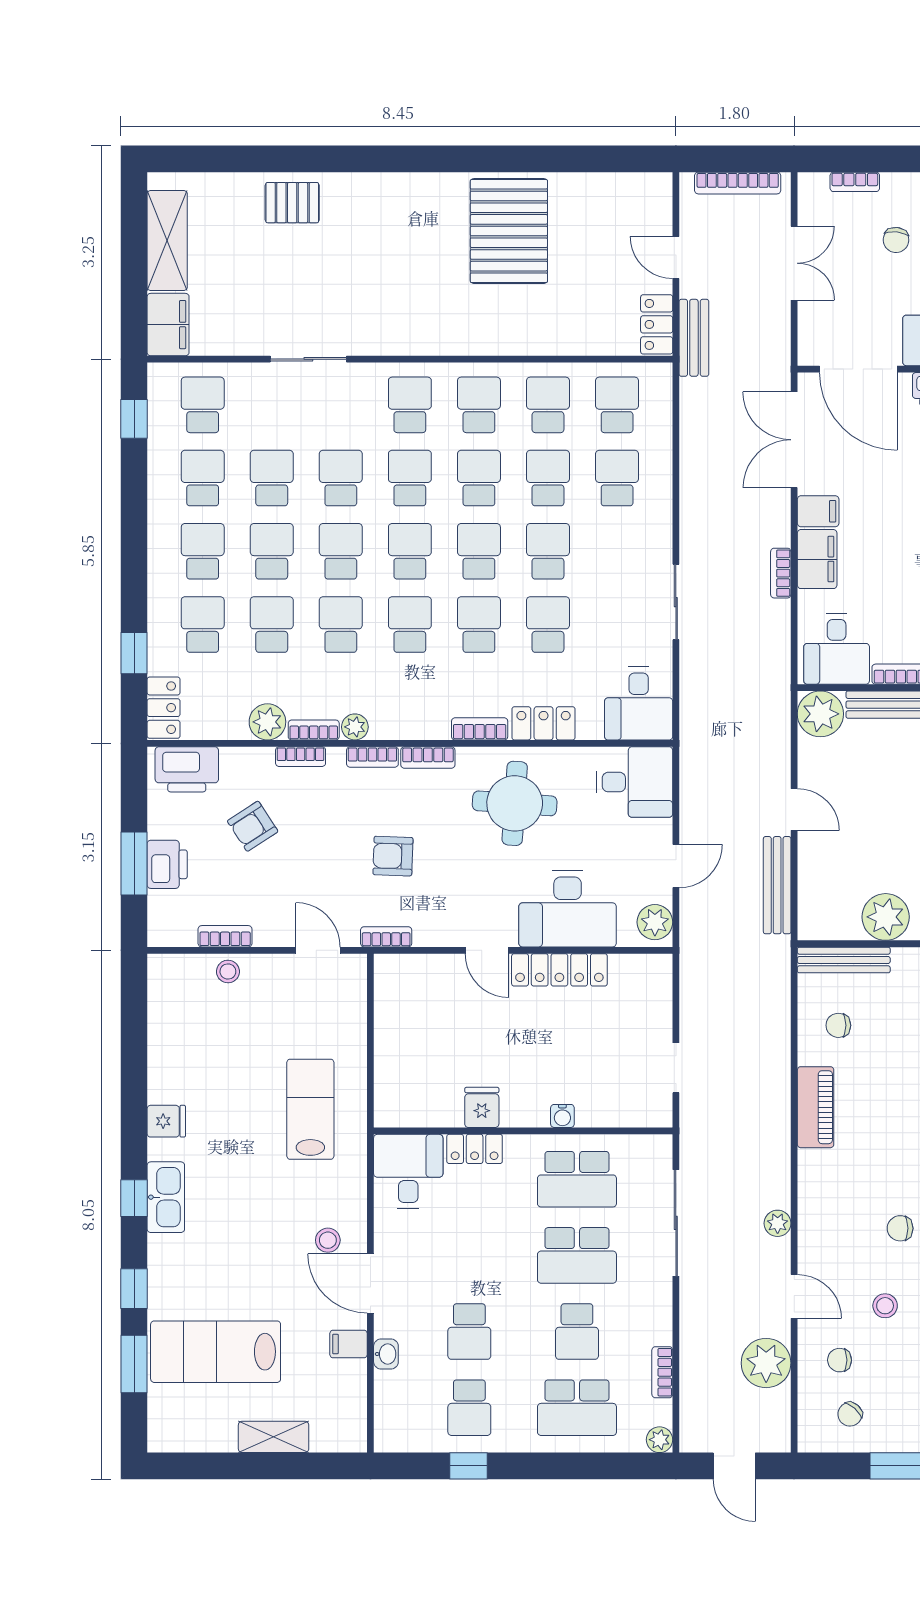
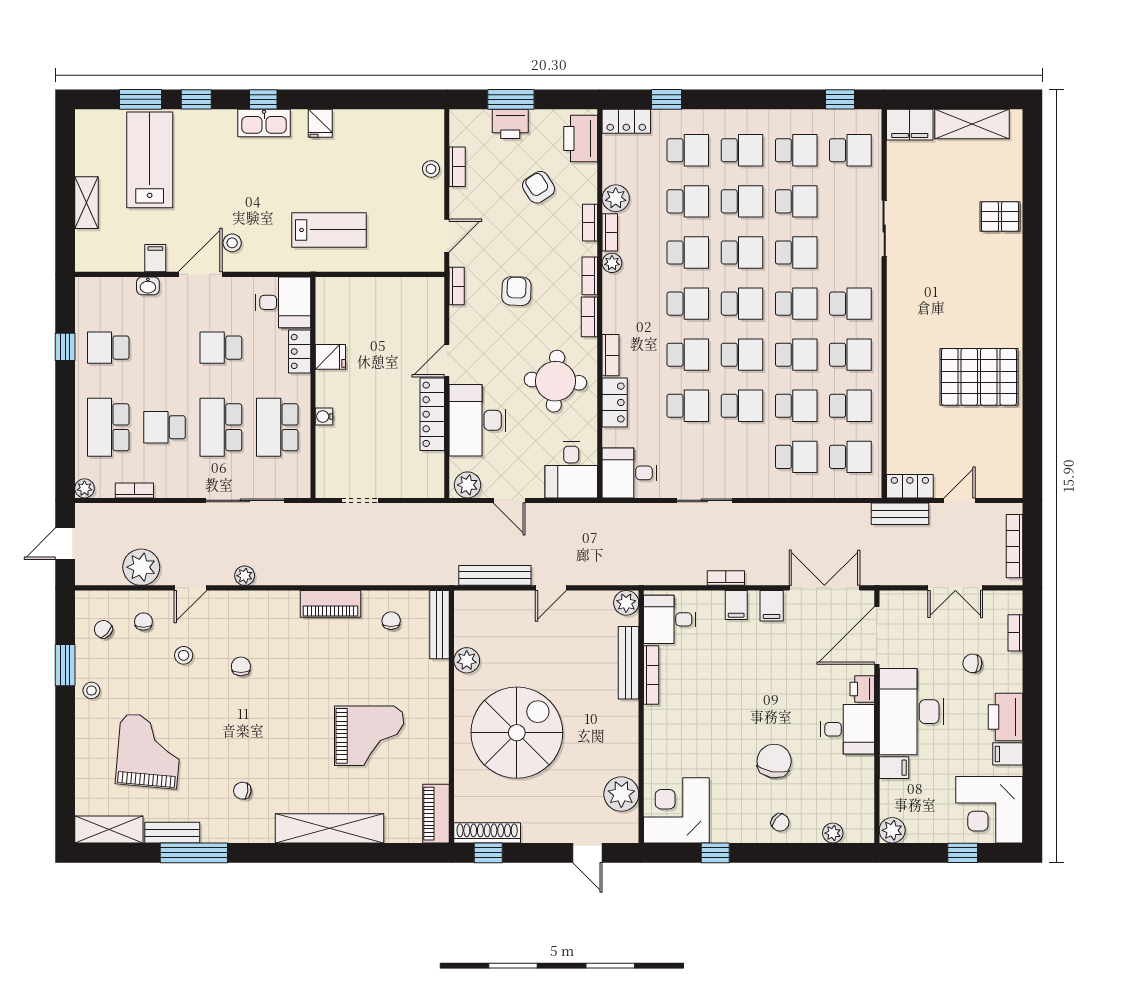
pallet: (292, 203) -> (1000, 217), turned 90
filing cabinet: (817, 559) -> (736, 605), width x0.50
plant: (820, 714) -> (626, 603), width x0.73, depth x0.73
plant: (886, 917) -> (467, 660), width x0.73, depth x0.73
school desk: (469, 1332) -> (221, 348), moved

